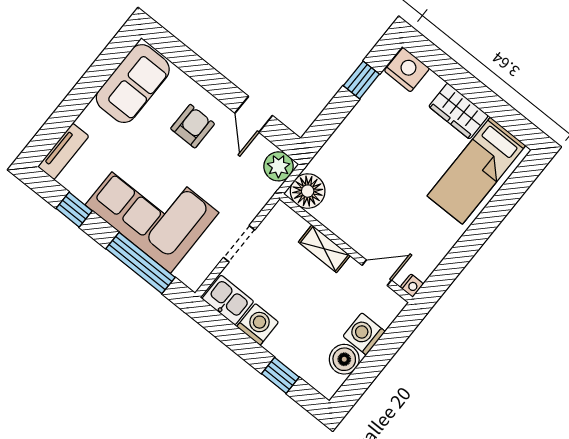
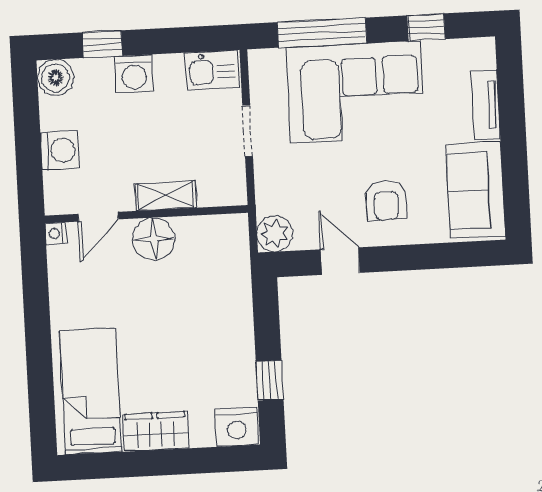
tv unit: (63, 151) -> (485, 105), moved
floor lamp: (308, 191) -> (154, 239), moved
washing machine: (258, 324) -> (134, 74), moved
boiler: (344, 359) -> (55, 78), moved

